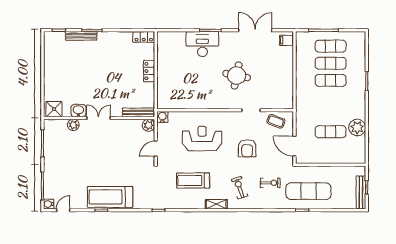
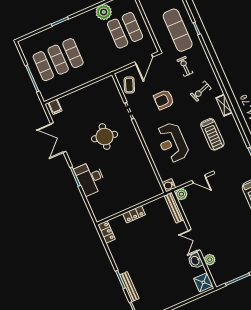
armchair: (247, 148) -> (164, 100), turned 180
exercise mat: (331, 149) -> (132, 27), added

